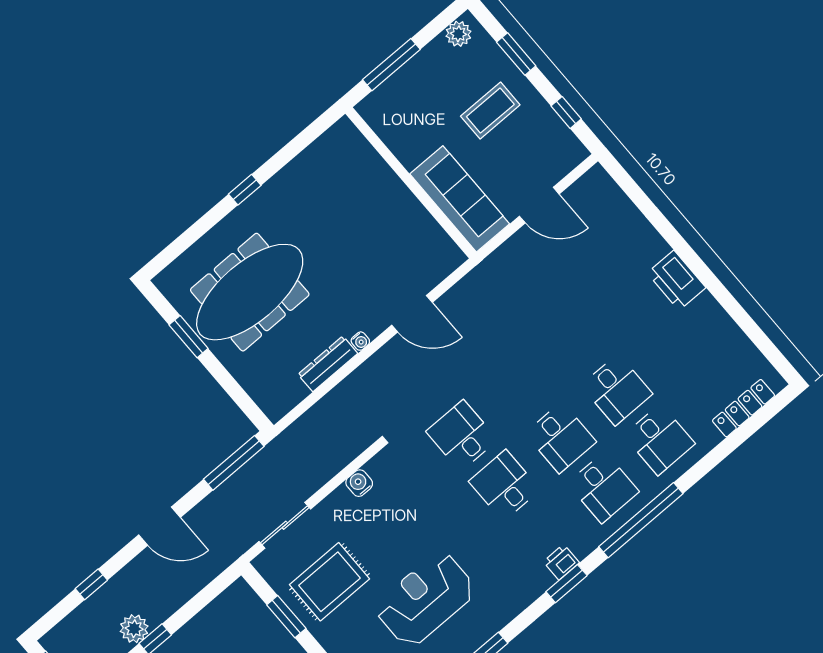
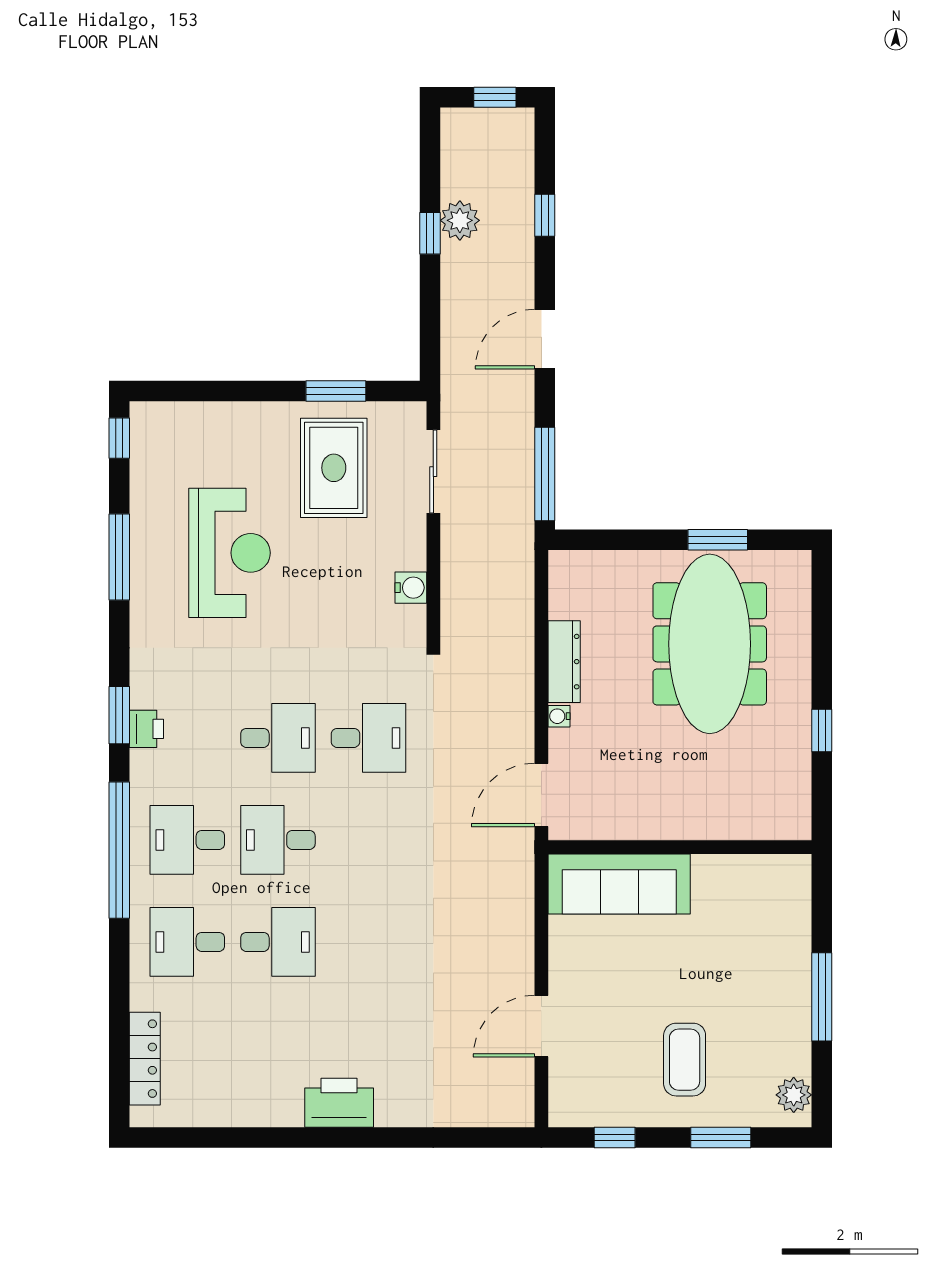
wall: (411, 183) -> (680, 847), moved
sofa: (460, 199) -> (619, 884), moved
desk: (617, 390) -> (278, 942), turned 180

